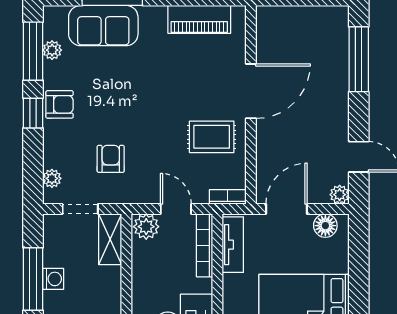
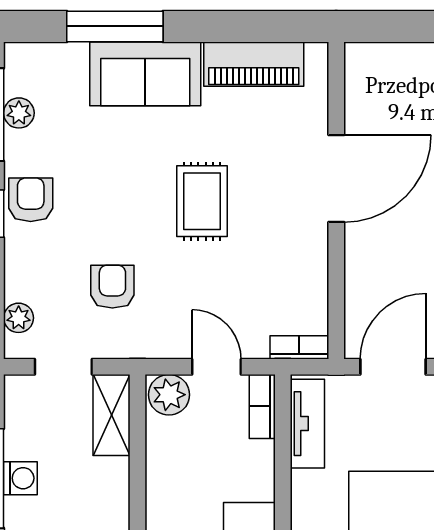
sofa: (103, 26) -> (145, 74), moved
armchair: (60, 104) -> (31, 200), turned -90
rug: (212, 137) -> (202, 201), moved, turned 90
bookcase: (205, 245) -> (262, 406), width x0.64

